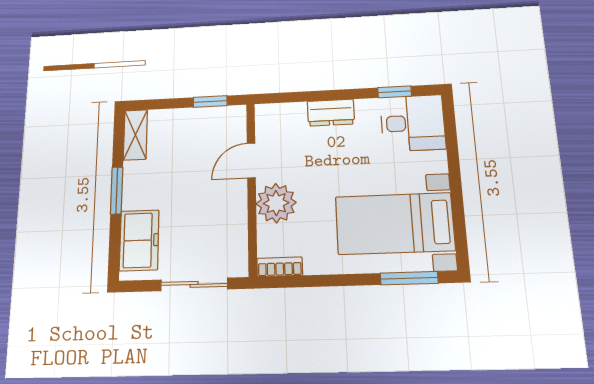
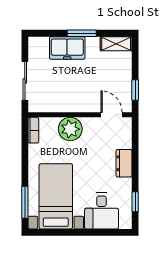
desk: (413, 123) -> (101, 211), moved
door: (251, 160) -> (111, 115), moved
freezer: (139, 240) -> (67, 48), moved

